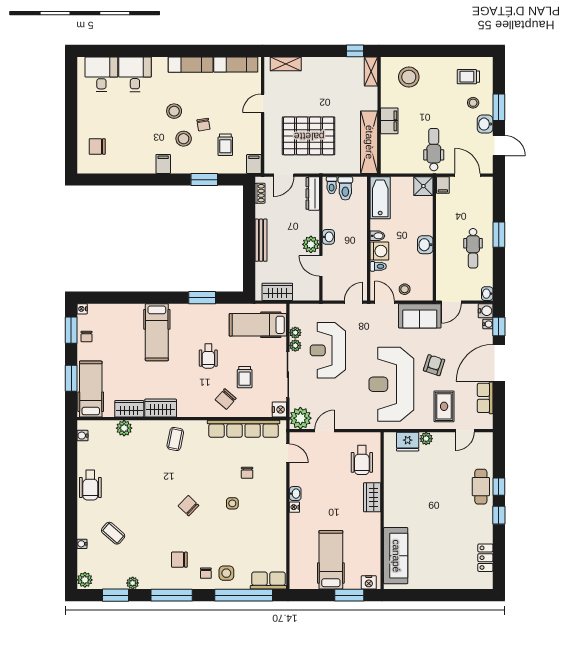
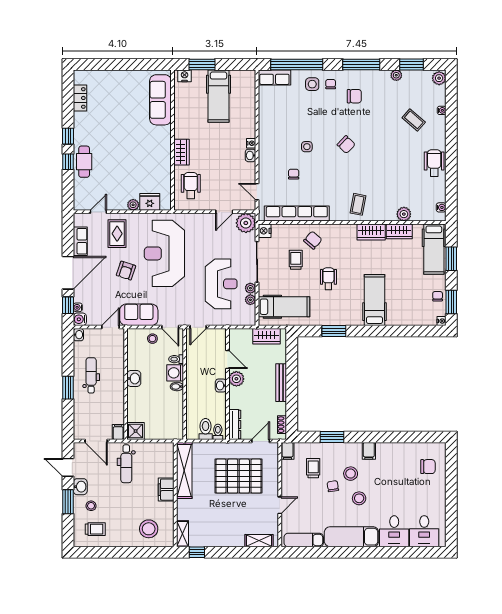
exam couch: (191, 65) -> (352, 537), width x1.36, depth x1.45
bathtub: (380, 198) -> (174, 421), removed
reception desk: (391, 384) -> (164, 253), turned 180

